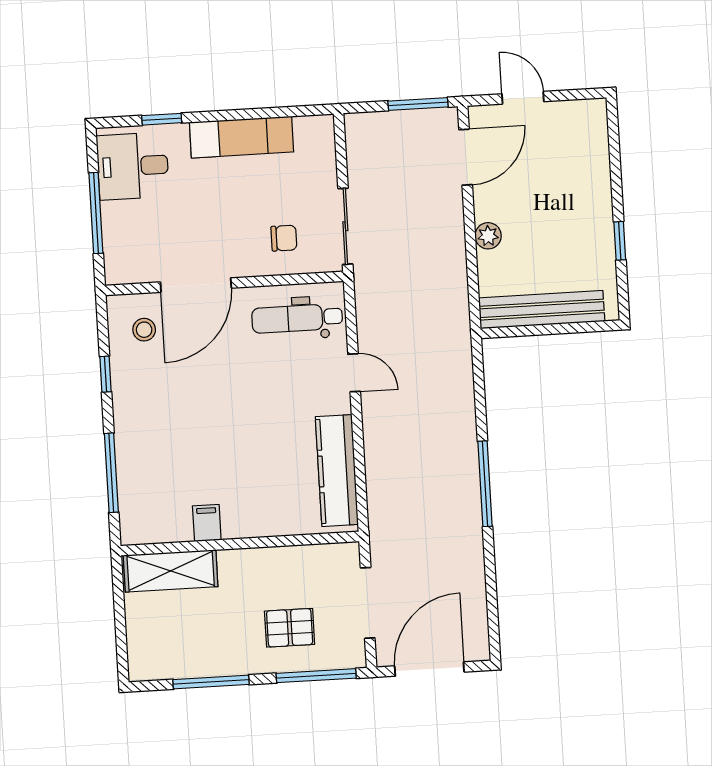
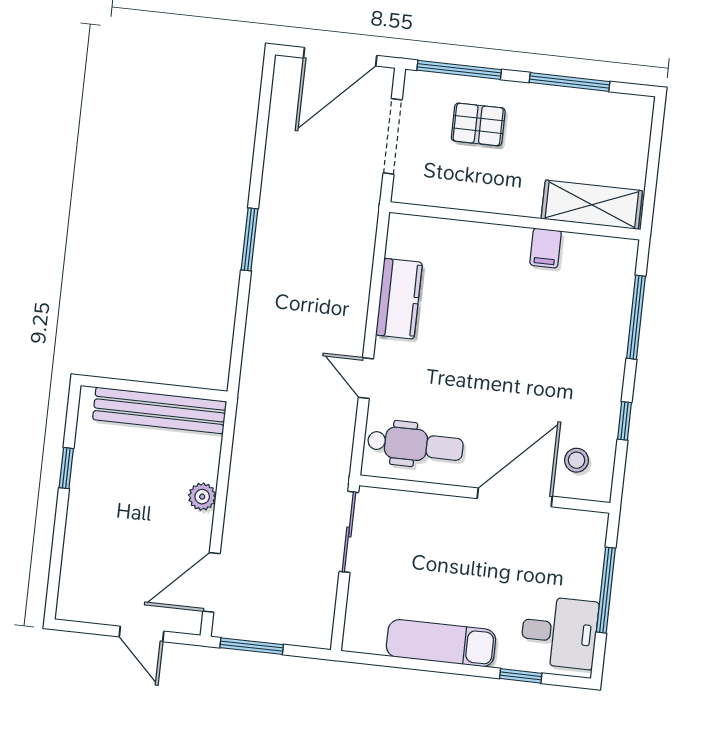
chair: (284, 238) -> (415, 531), removed
kitchen counter: (337, 471) -> (399, 299), width x0.67
window: (485, 484) -> (249, 239), width x0.69

